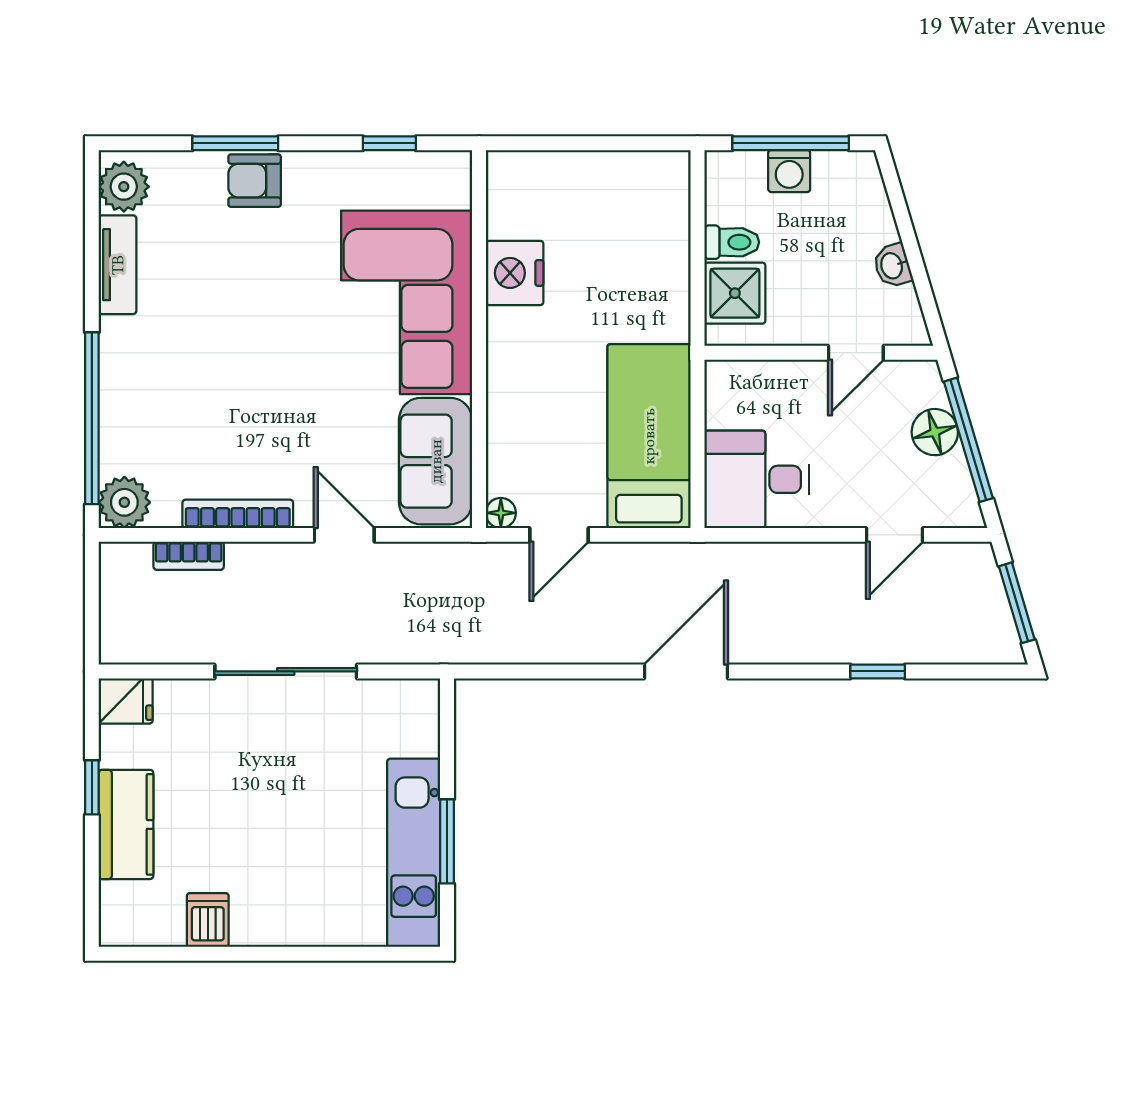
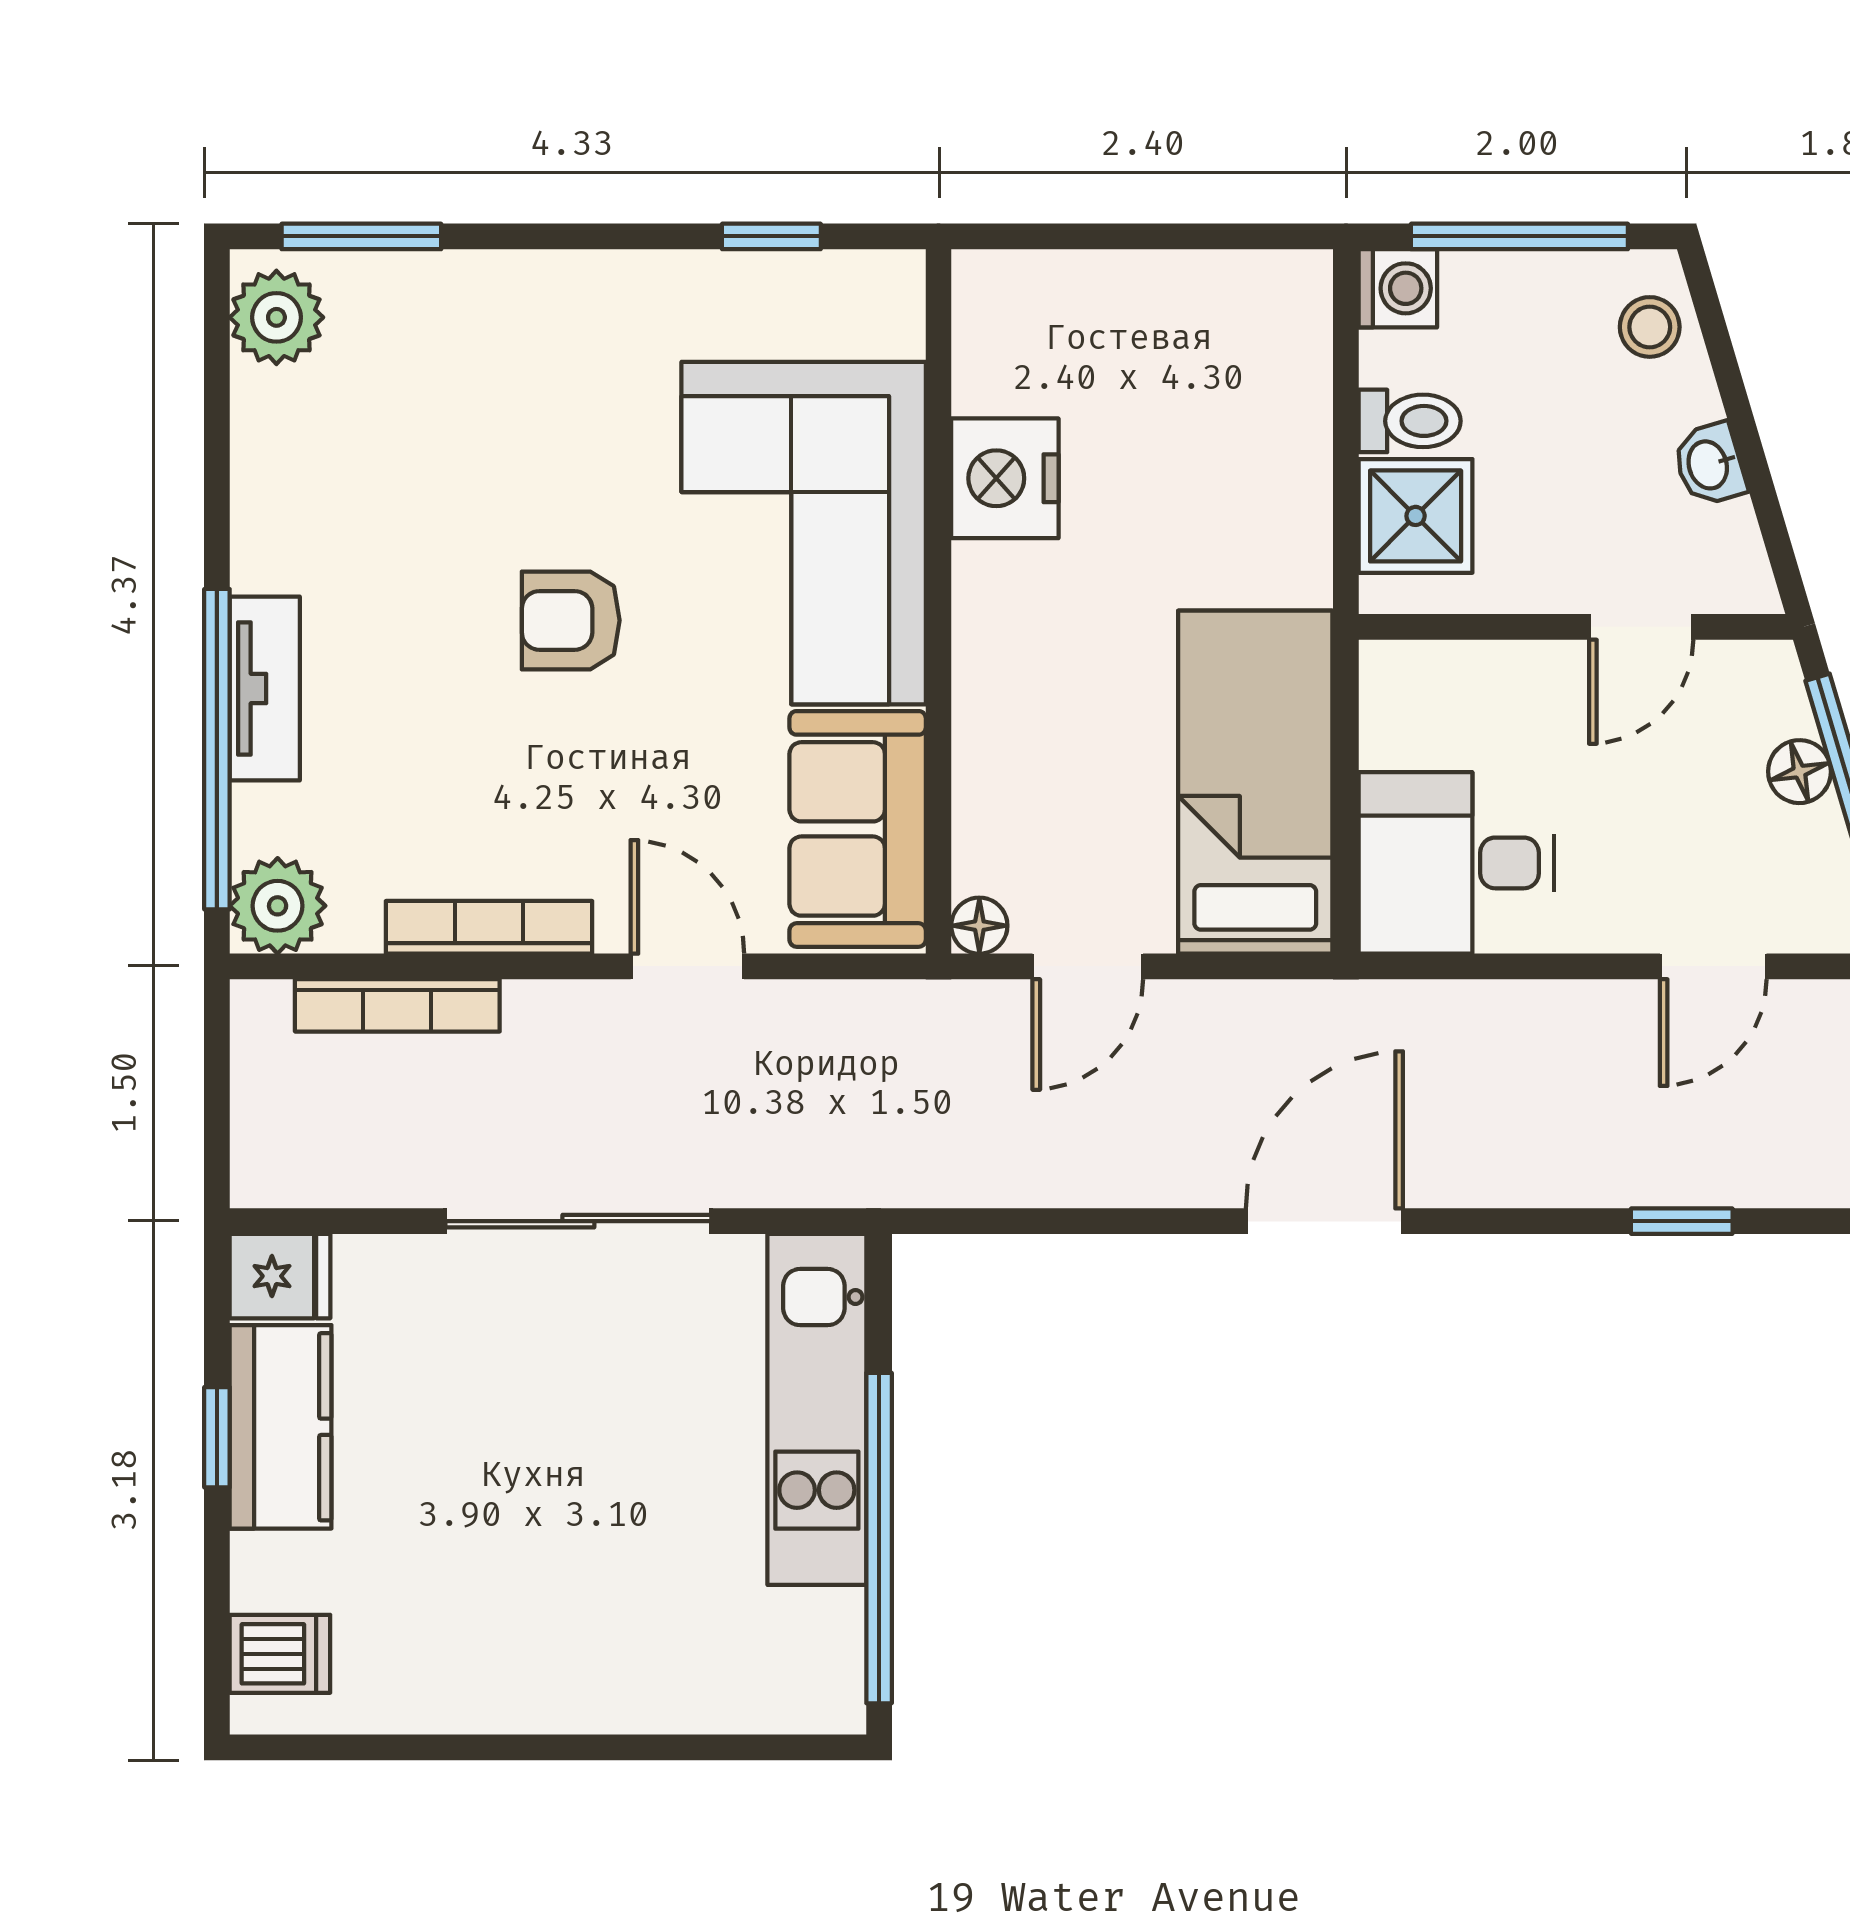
window: (235, 143) -> (361, 236), moved
washing machine: (789, 171) -> (1398, 288), moved, turned -90
armchair: (255, 181) -> (571, 620), moved
stool: (860, 192) -> (1650, 327), added
tv unit: (118, 265) -> (265, 689), moved
floor lamp: (935, 432) -> (1799, 772), width x0.73, depth x0.73
bookcase: (189, 556) -> (397, 1005), width x1.56
kitchen counter: (126, 824) -> (281, 1427), moved
window: (447, 841) -> (879, 1538), width x2.11
kitchen unit: (414, 853) -> (817, 1409), moved
dishwasher: (208, 920) -> (280, 1654), moved, turned 90

